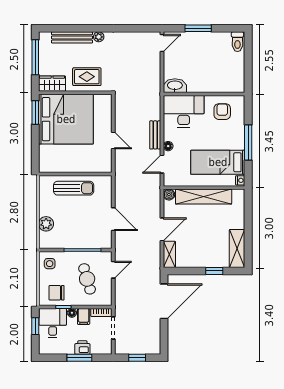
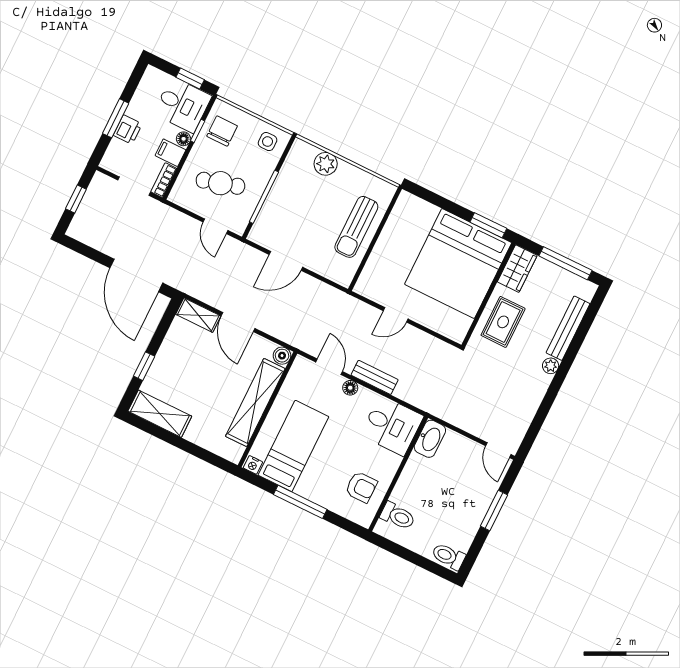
toilet: (229, 82) -> (398, 516), added
desk: (184, 111) -> (392, 426), width x0.73

